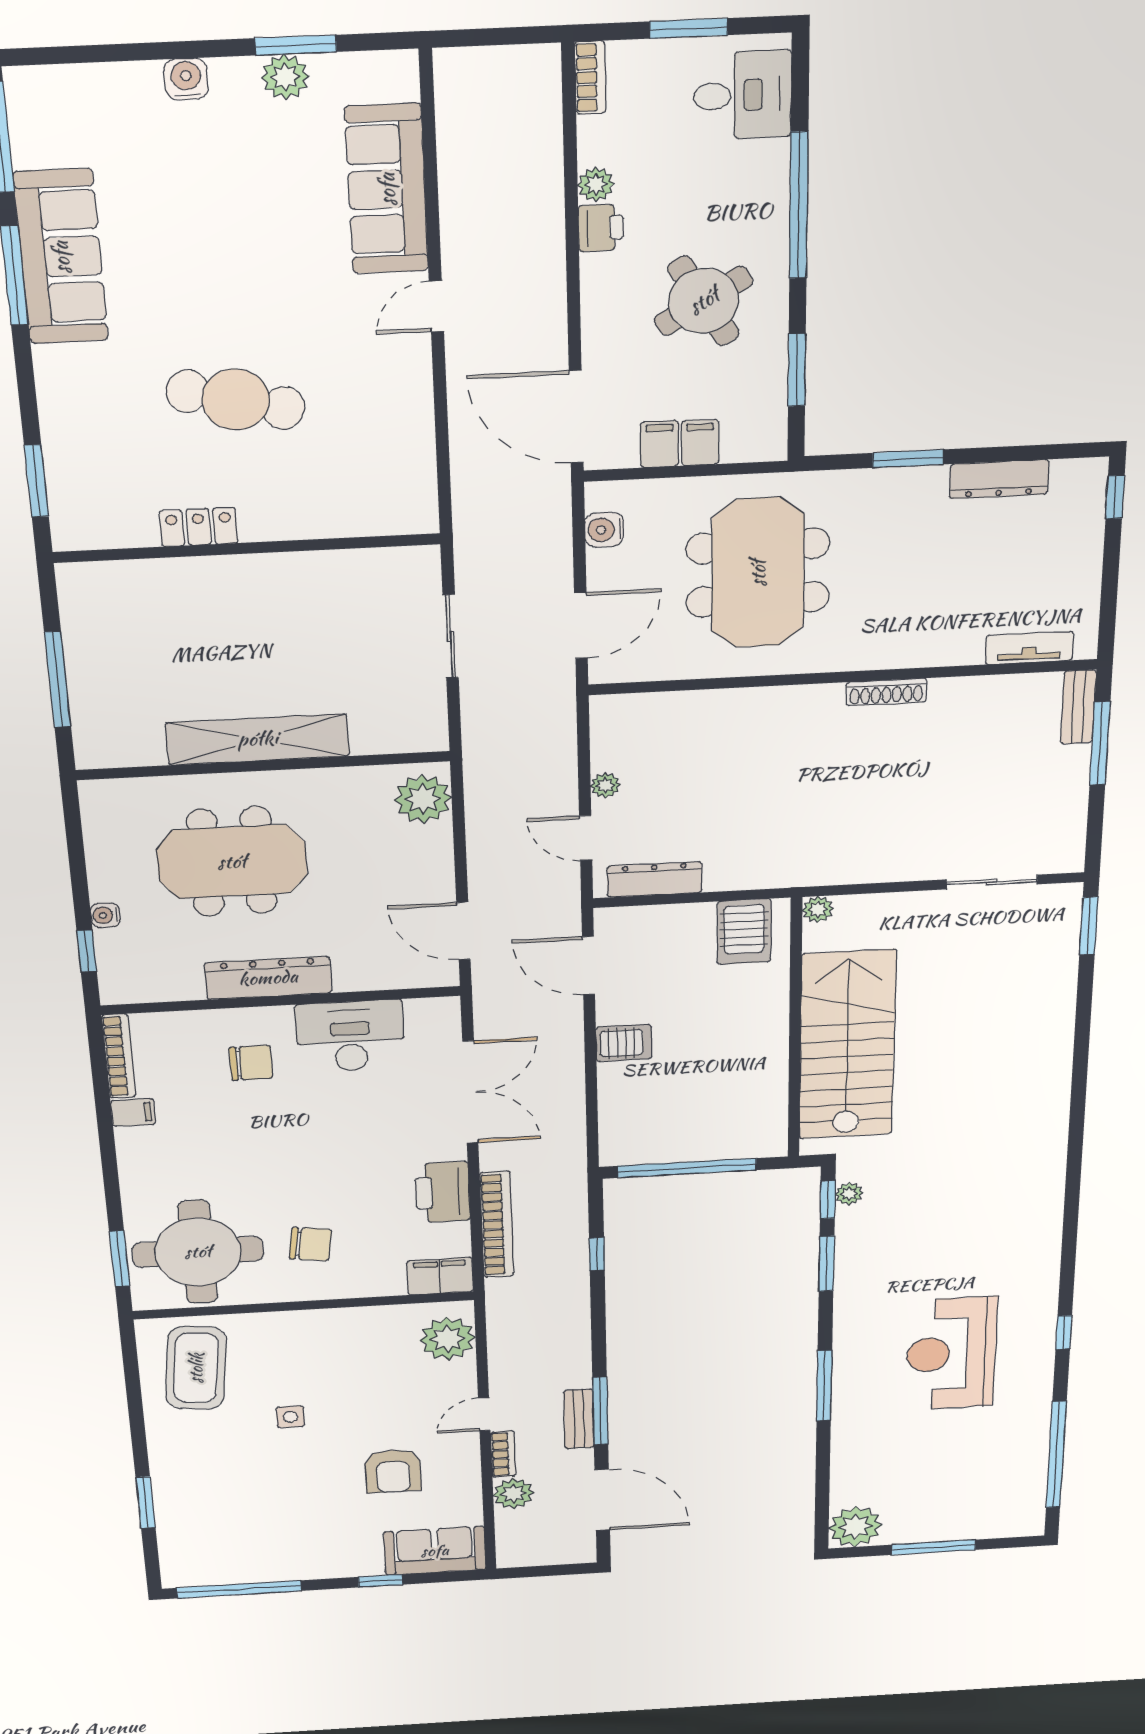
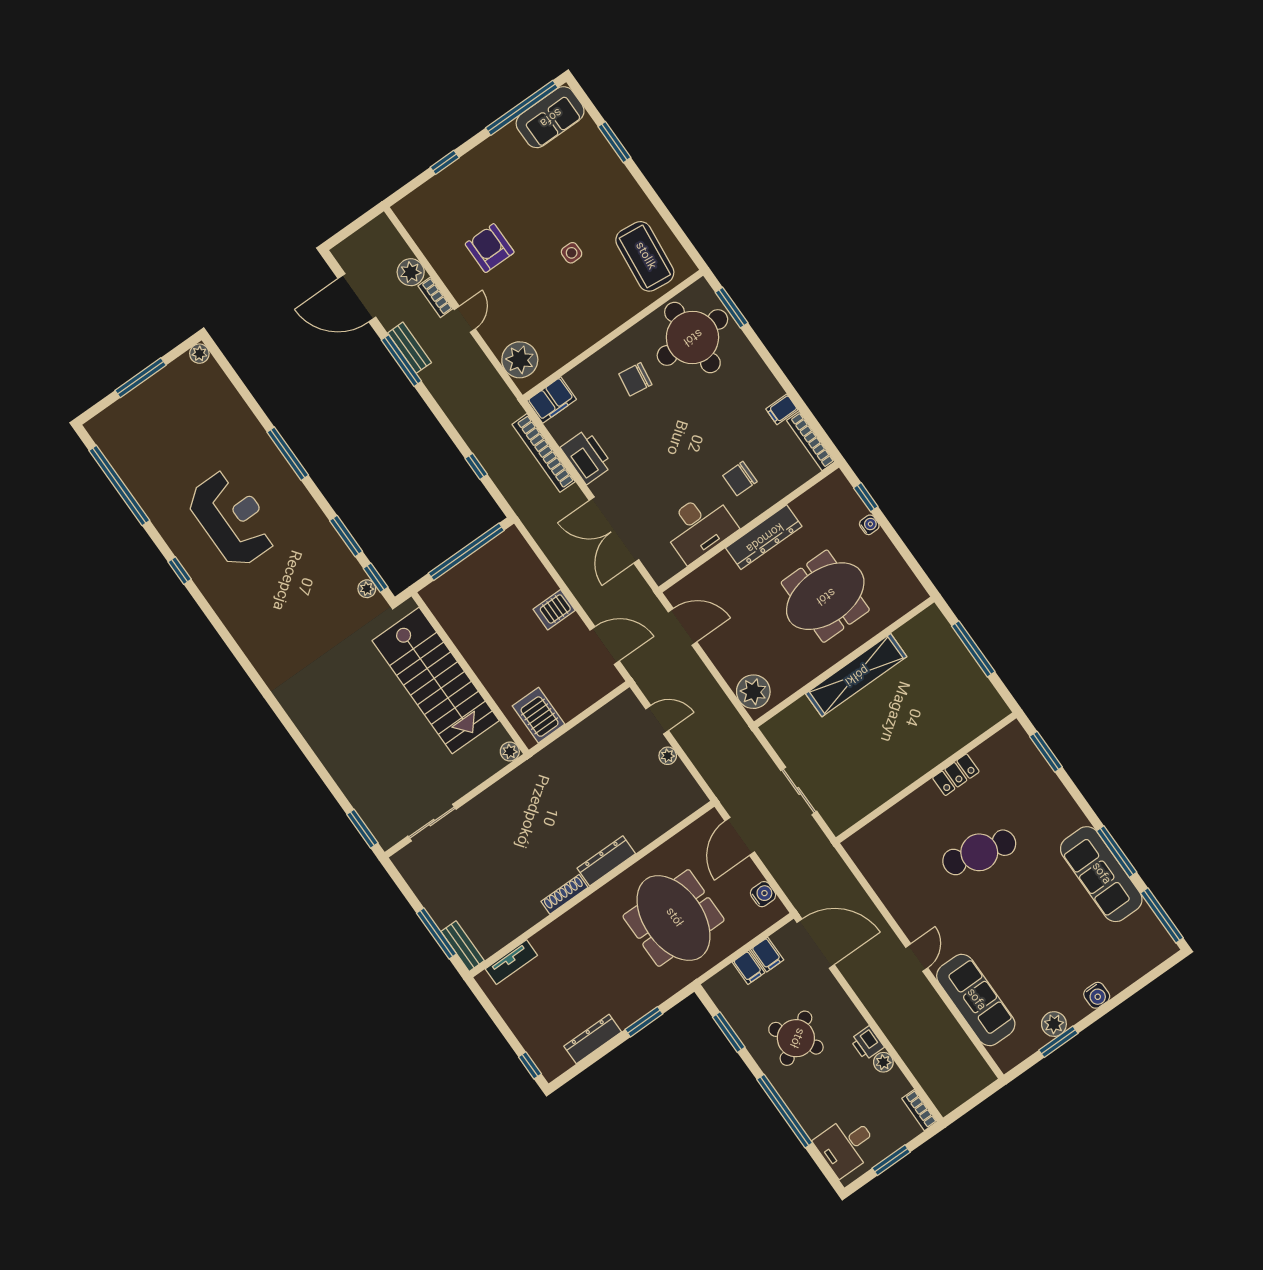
dresser: (654, 879) -> (606, 861), moved, turned 180
plant: (855, 1527) -> (199, 354), width x0.53, depth x0.53
sofa: (435, 1551) -> (550, 117), moved

